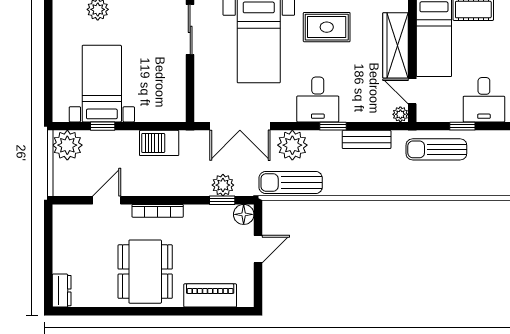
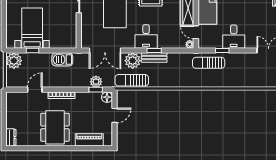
bench: (367, 139) -> (154, 58), moved

